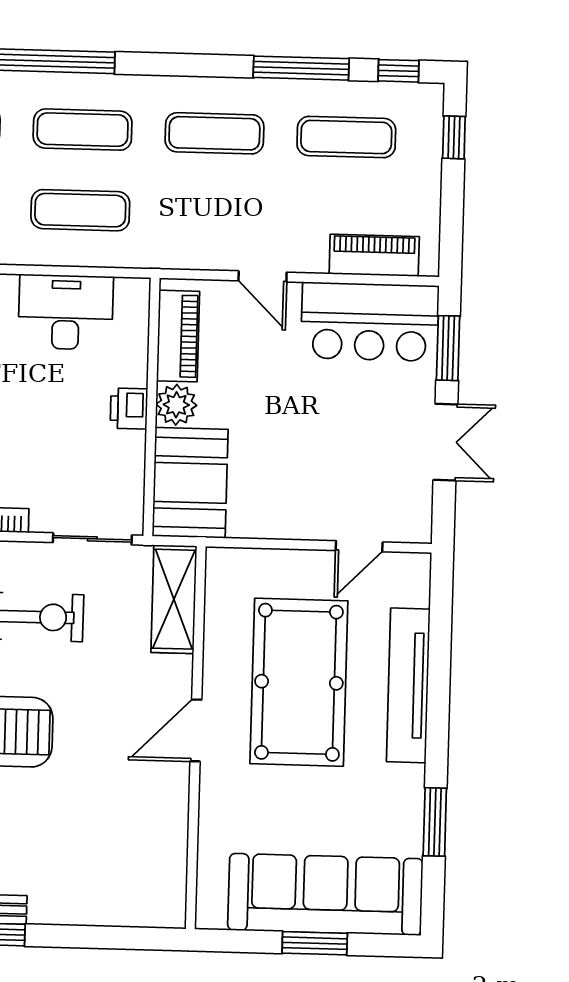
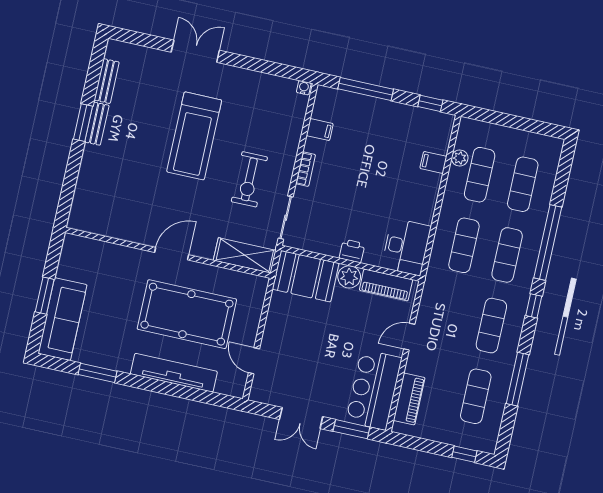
window: (398, 71) -> (534, 306), moved
desk: (66, 312) -> (406, 247), moved
door: (196, 730) -> (172, 254), hinge flipped
sofa: (325, 894) -> (62, 319), width x0.74, depth x0.79

